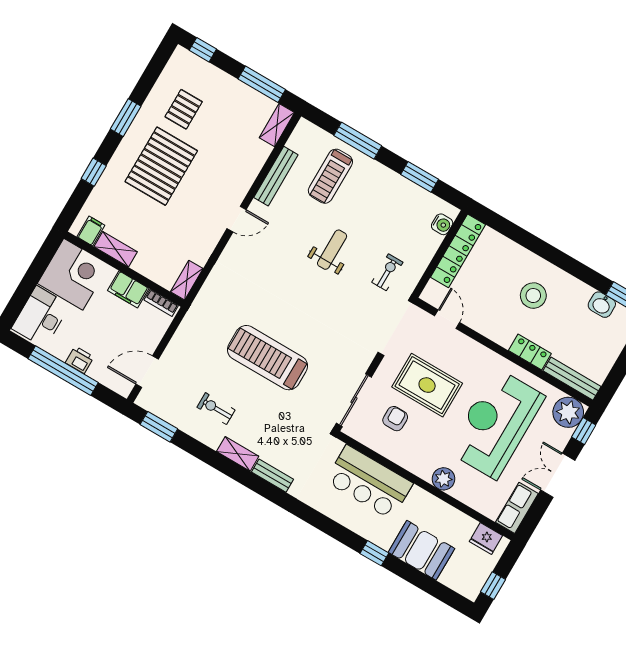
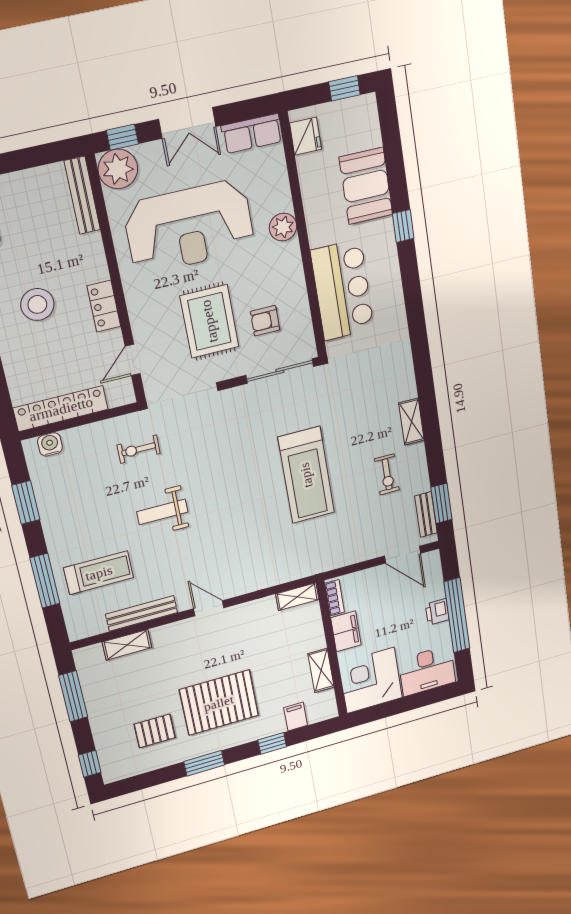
shelving: (277, 125) -> (127, 645), moved
filing cabinet: (91, 231) -> (296, 717), moved, turned 90
locker: (530, 352) -> (104, 306), moved
bench: (273, 476) -> (426, 514), moved

